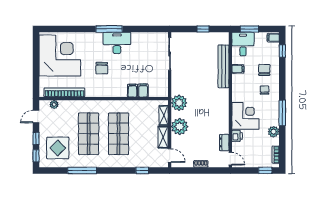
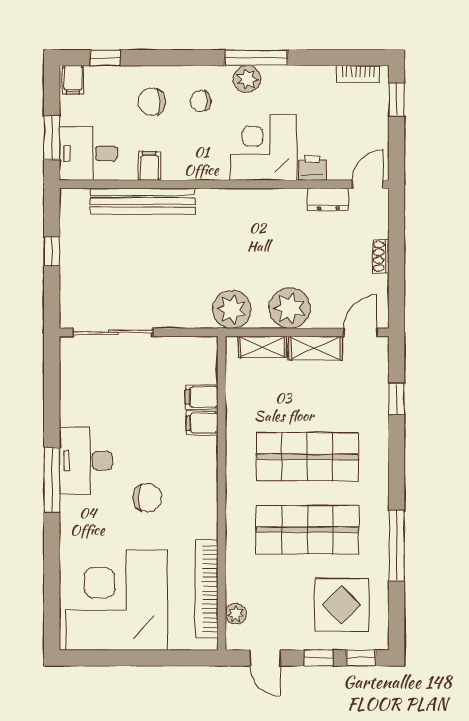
plant: (274, 132) -> (247, 79), moved

